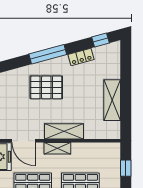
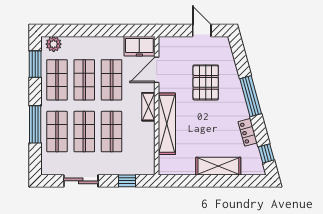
pallet: (46, 87) -> (206, 82), moved
shelving: (112, 100) -> (218, 166), moved
shelving: (64, 131) -> (167, 124), width x1.47

